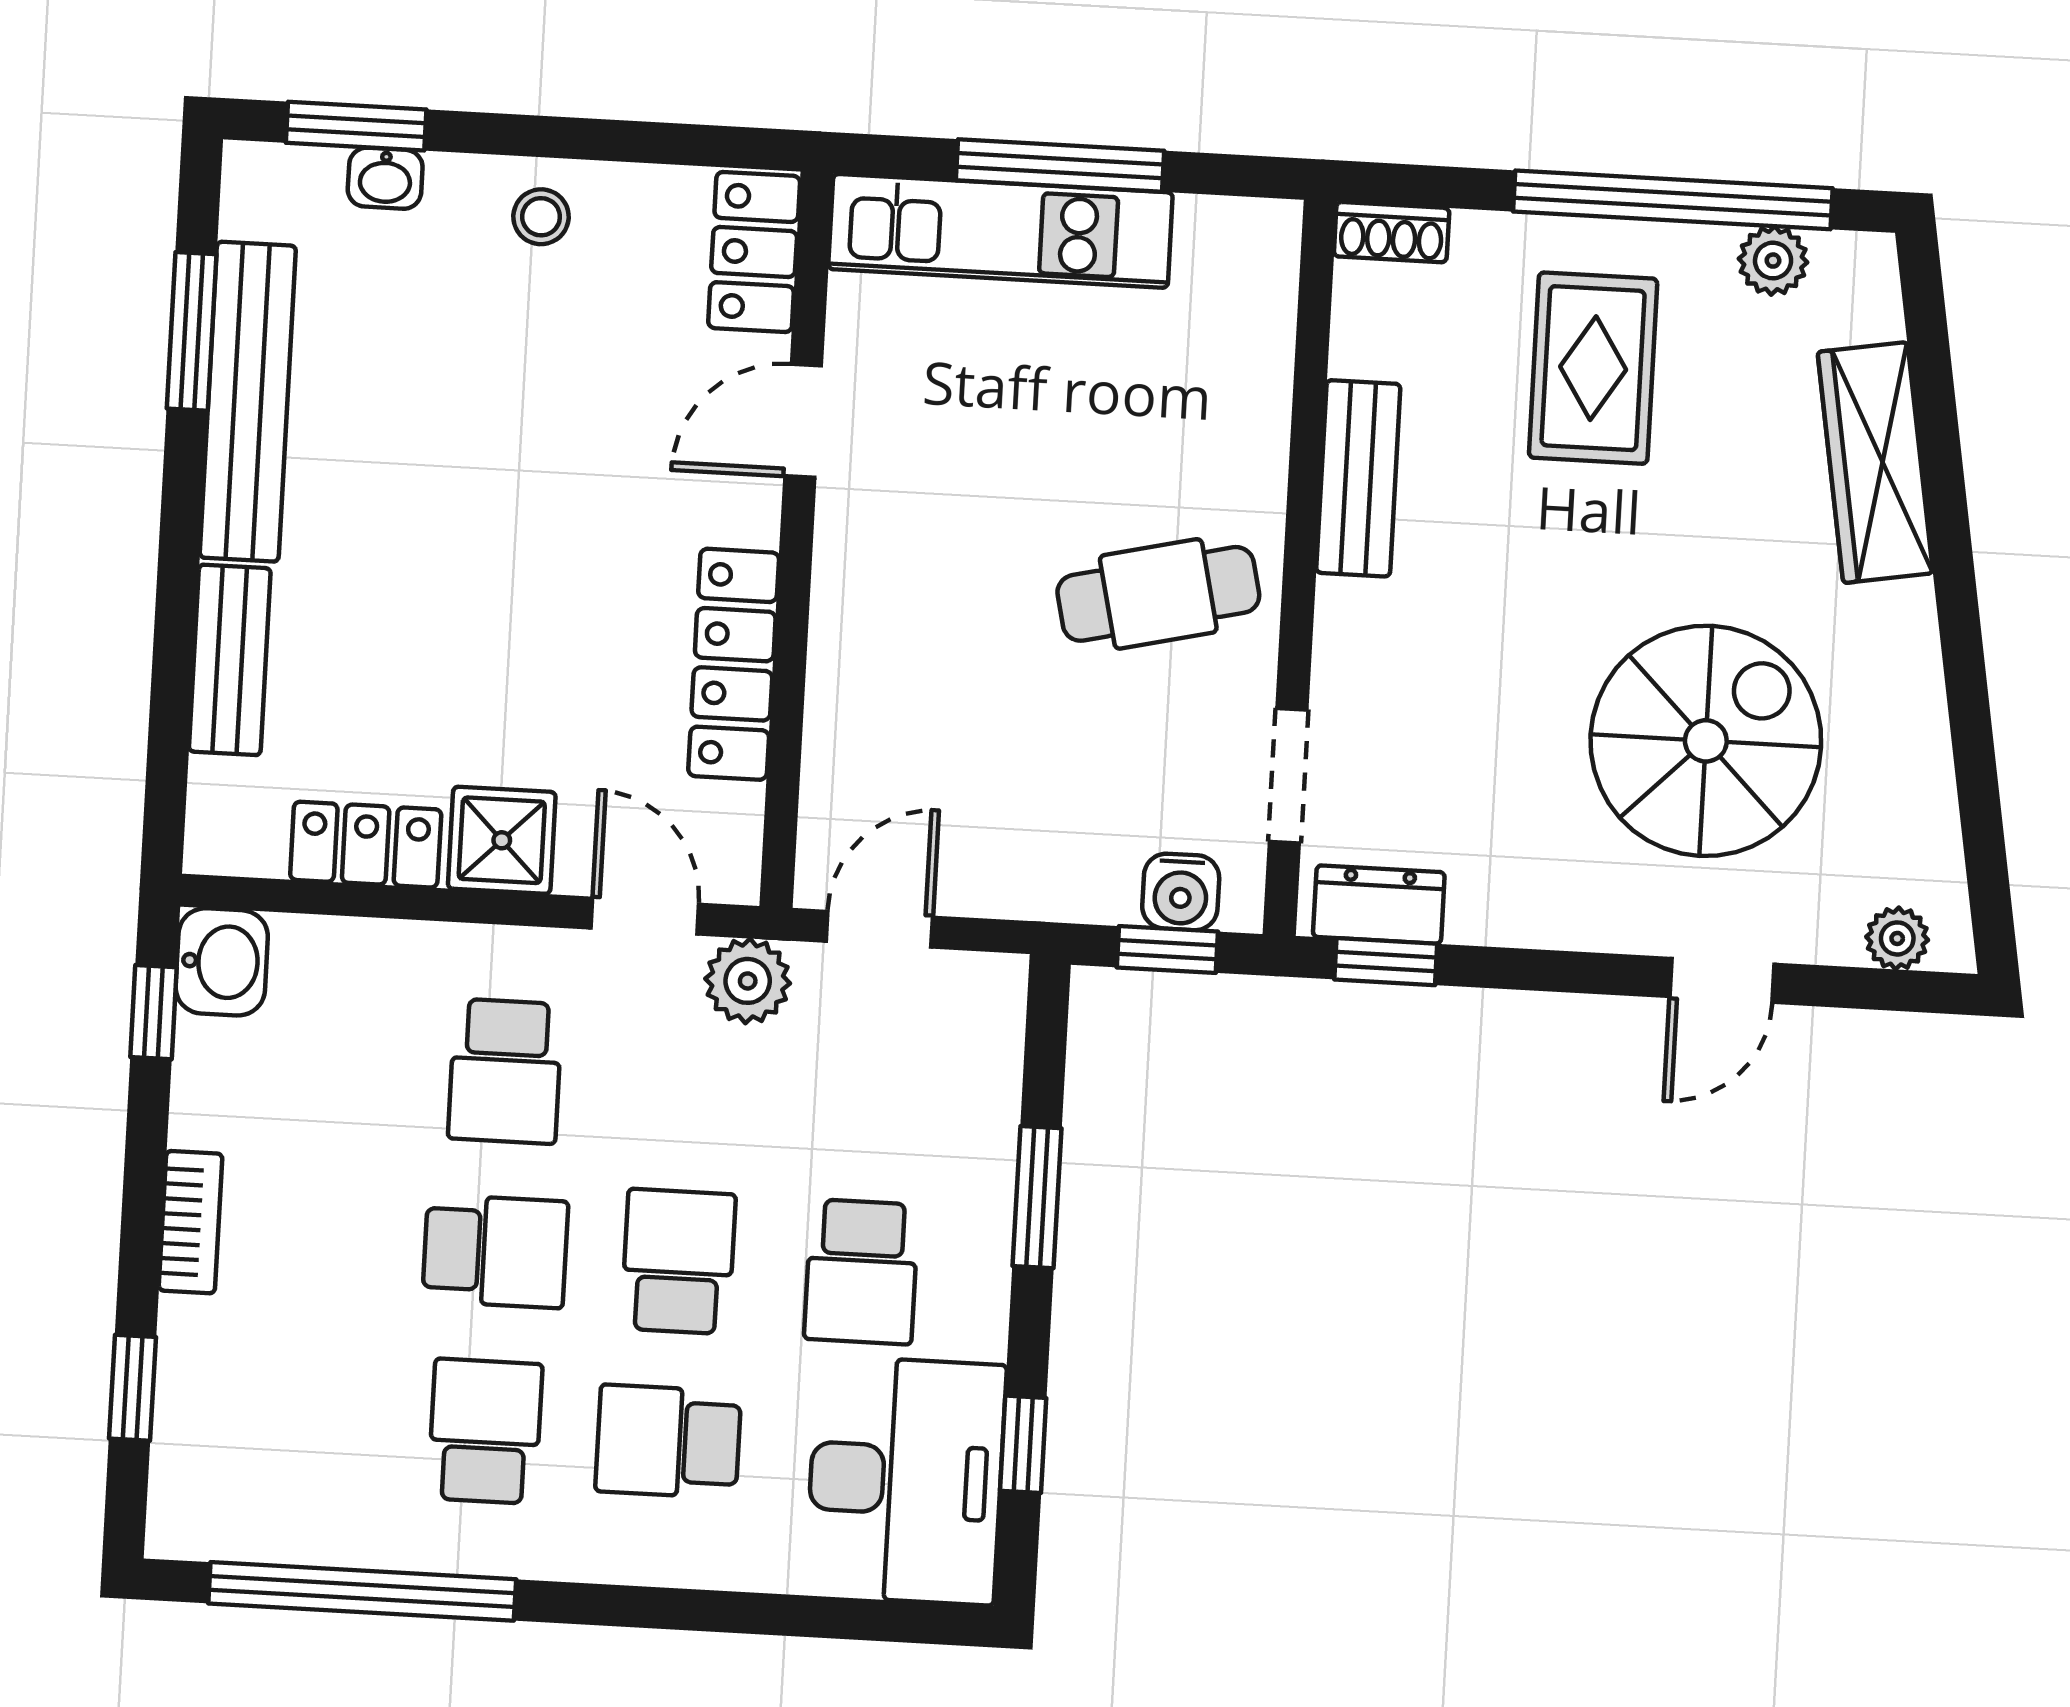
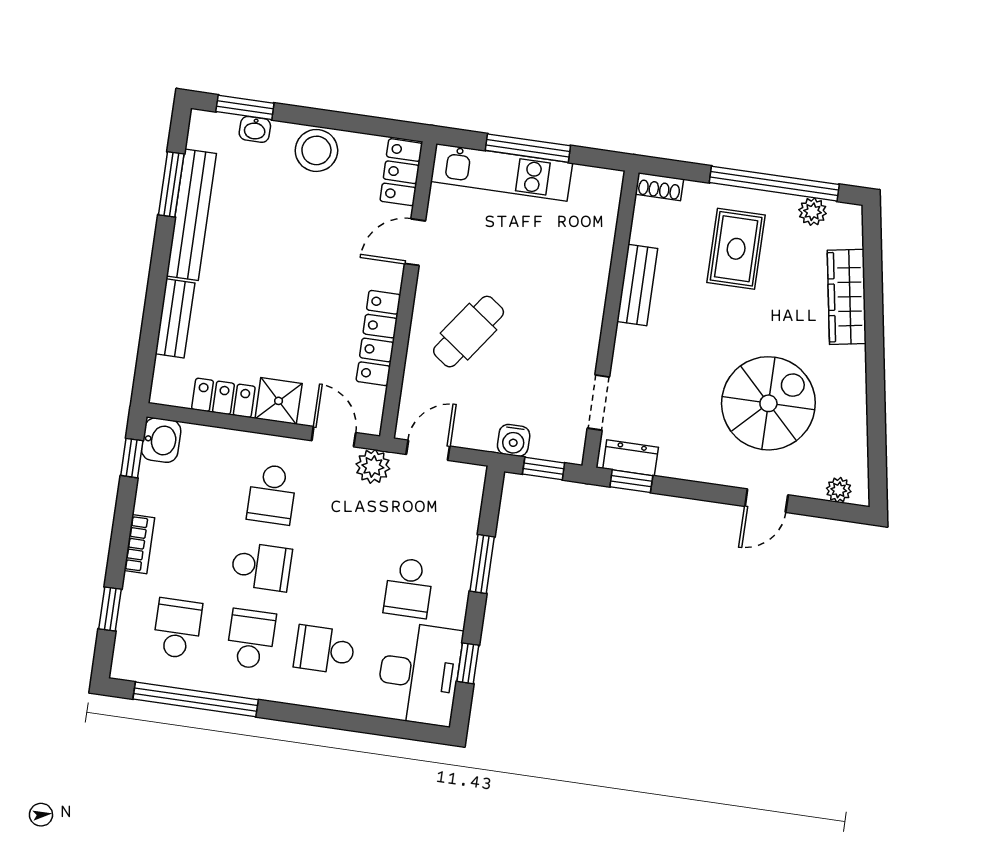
stool: (541, 217) -> (316, 150), width x1.89, depth x1.89
cafe table: (1158, 594) -> (469, 332), moved, turned -41
water cooler: (1181, 892) -> (514, 440), moved
school desk: (678, 1261) -> (177, 628), moved

